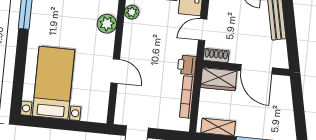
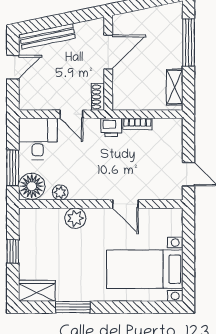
door: (115, 71) -> (125, 204), swing flipped
wardrobe: (219, 79) -> (123, 92), removed
bookcase: (187, 97) -> (137, 124), width x0.64

